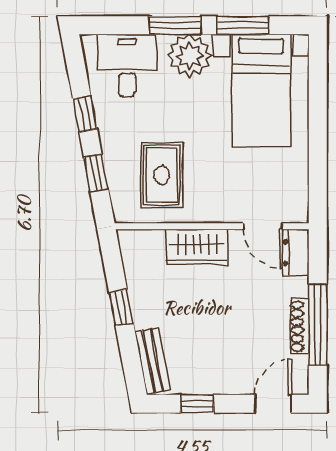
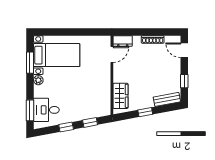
window: (175, 25) -> (30, 110), moved
plant: (190, 56) -> (38, 80), width x0.53, depth x0.53
rug: (162, 175) -> (91, 96), removed
wardrobe: (197, 247) -> (120, 96), moved
window: (318, 325) -> (152, 32), removed

